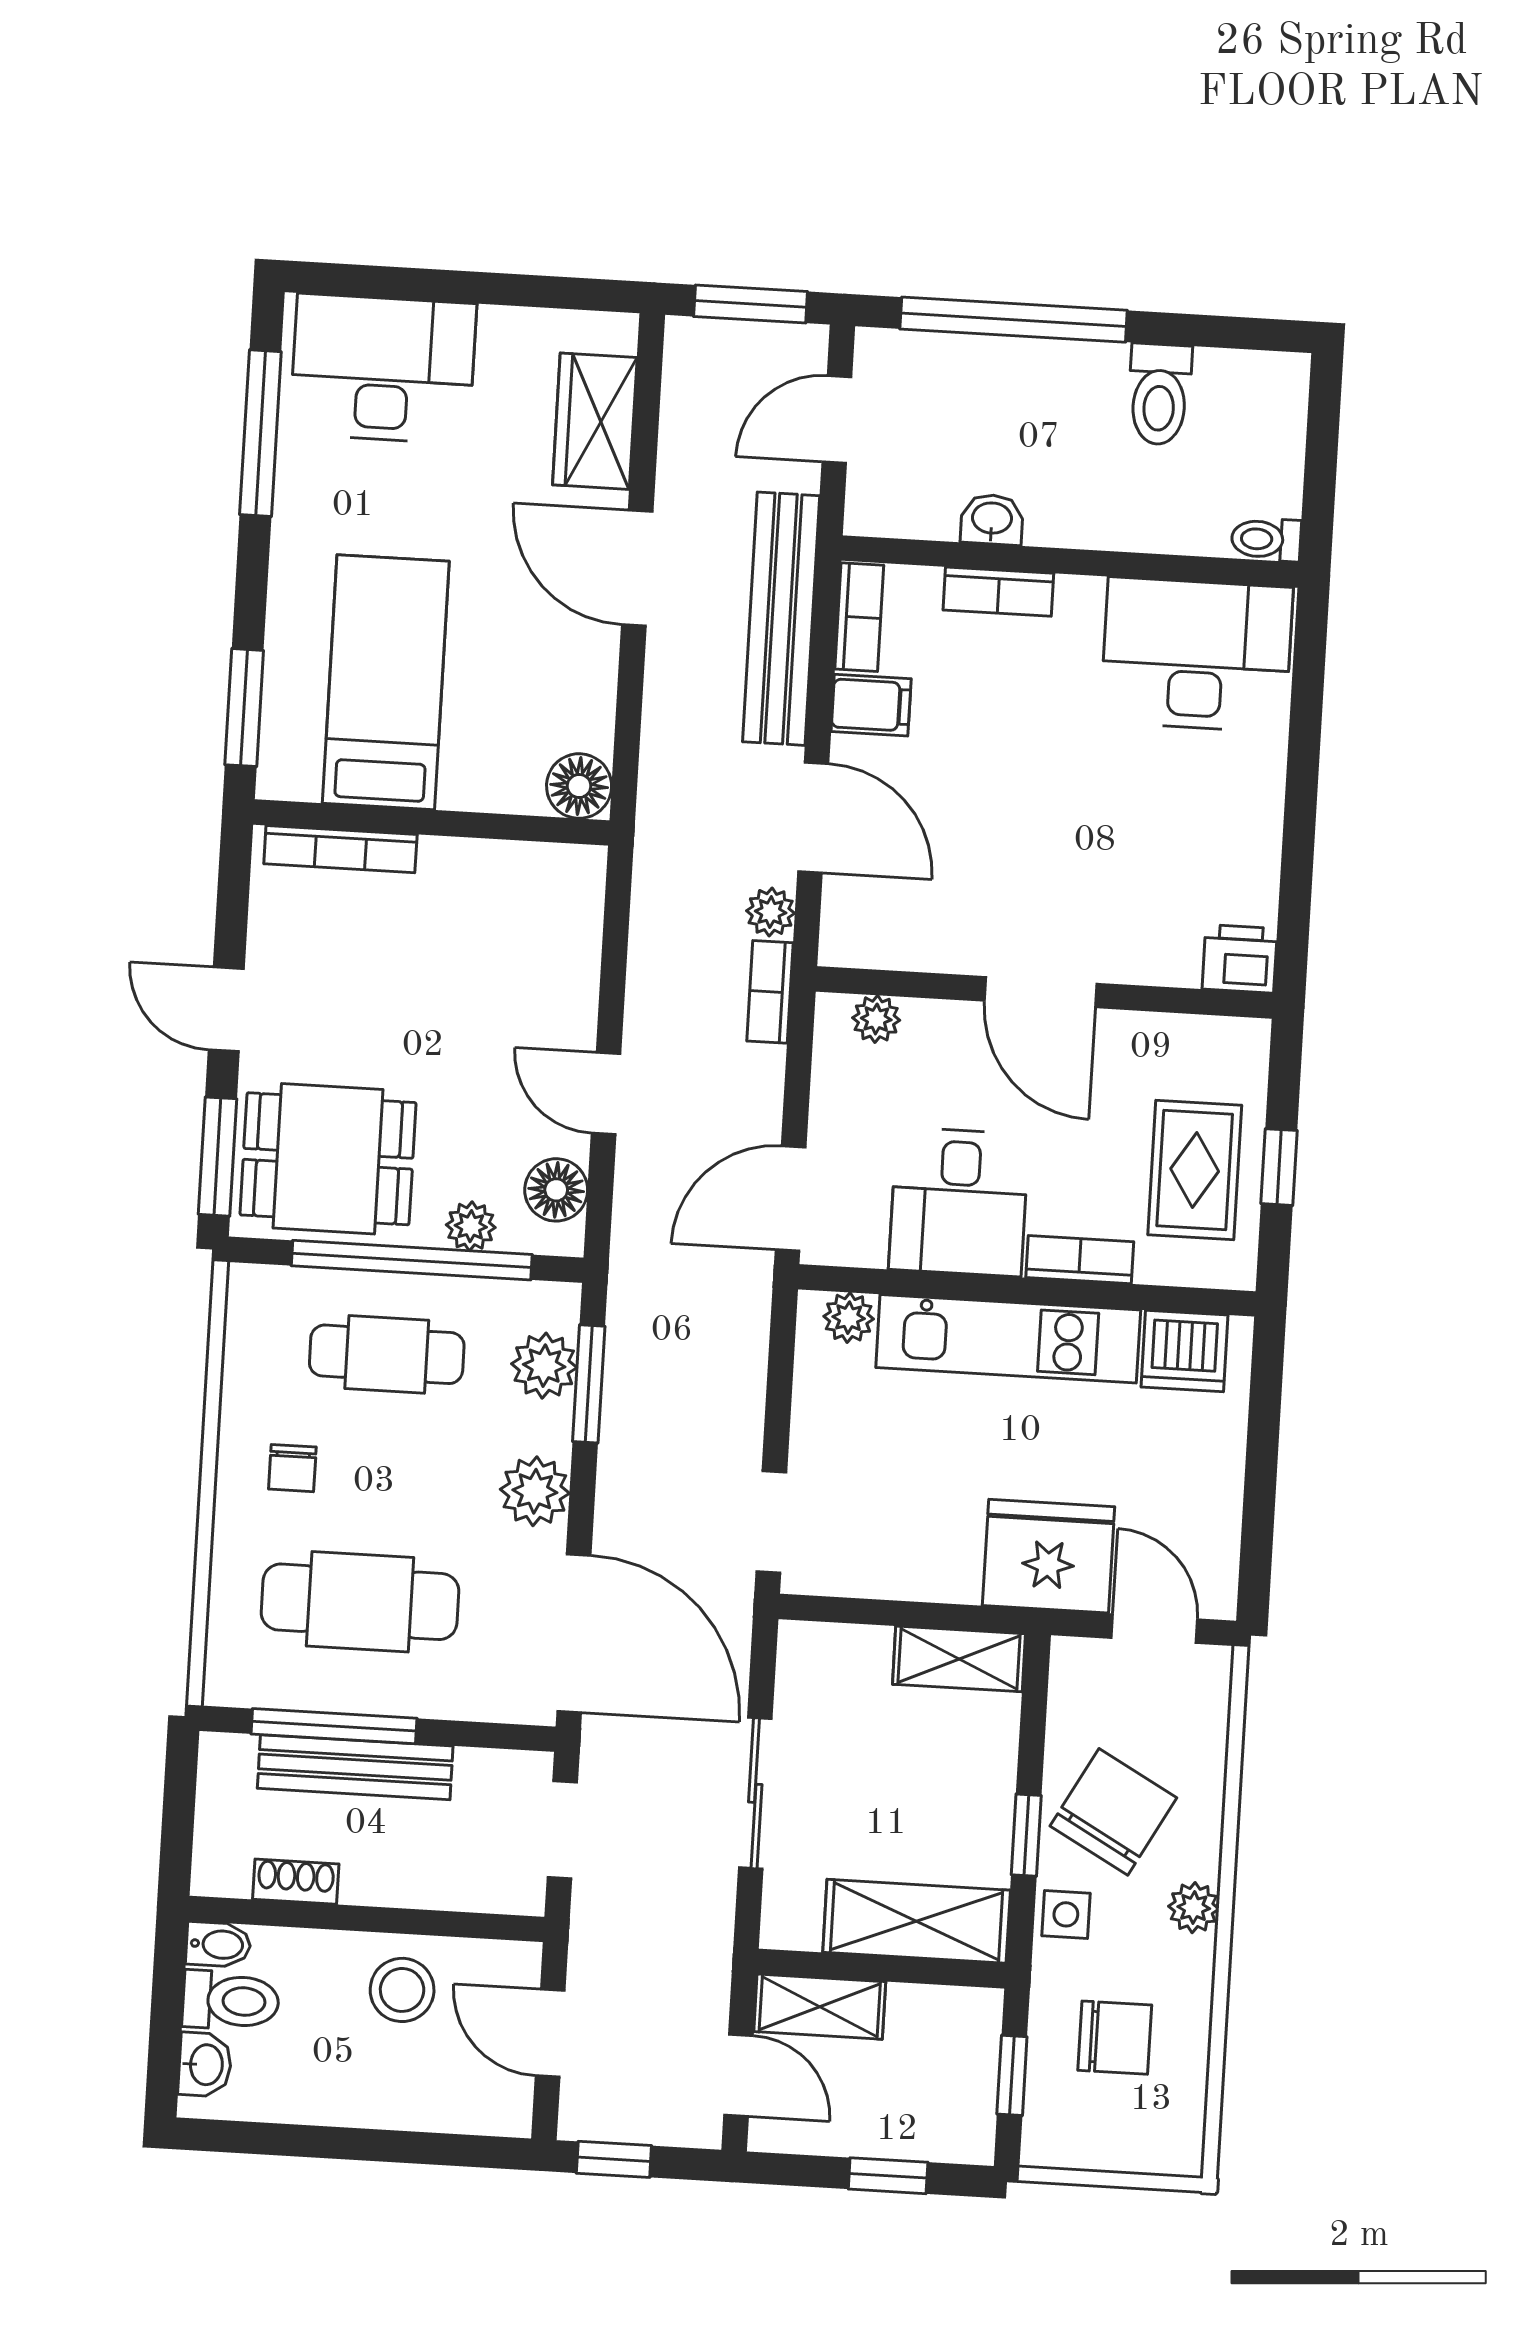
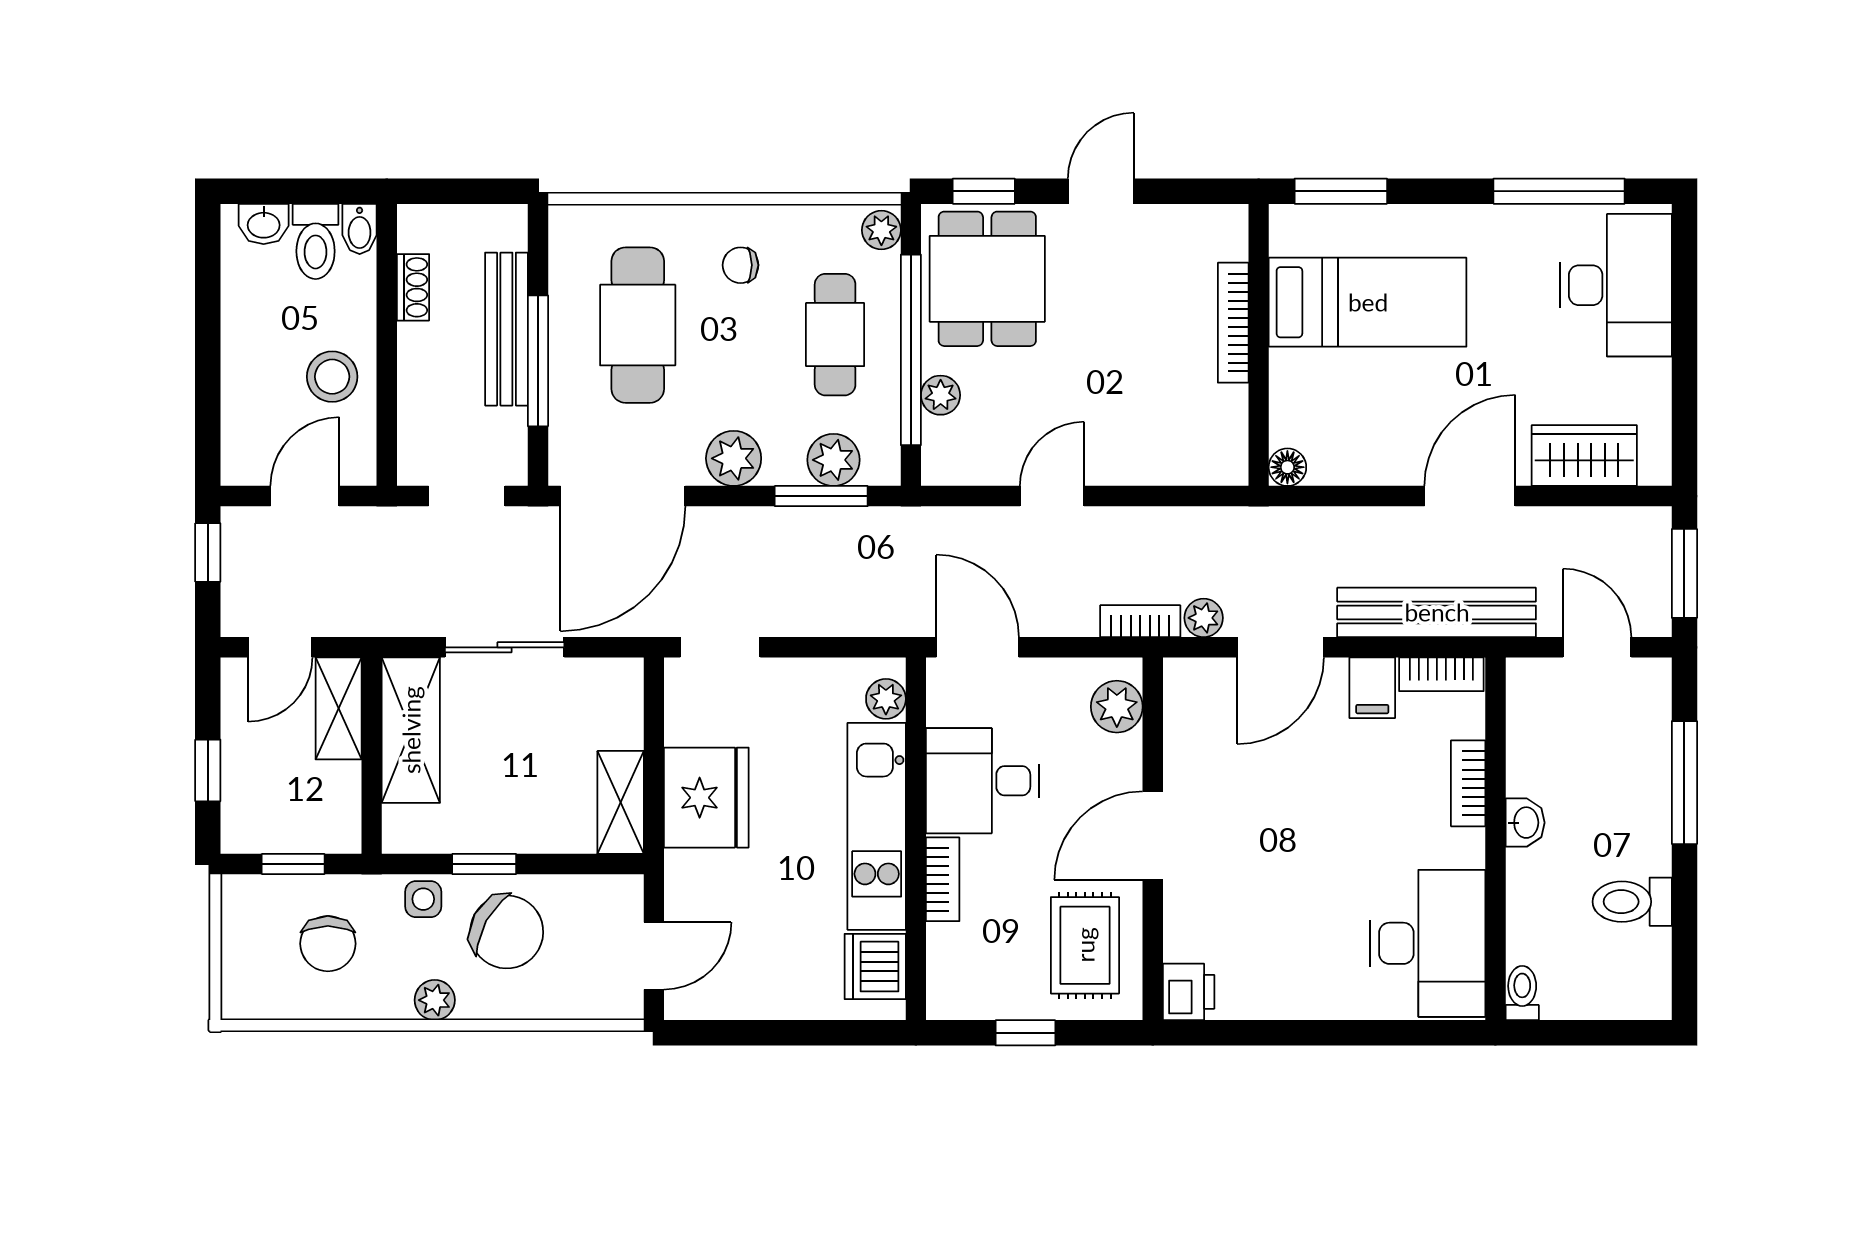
window: (1014, 320) -> (1684, 783), width x0.68
washbasin: (992, 520) -> (1525, 823), moved
floor lamp: (579, 786) -> (1287, 467), width x0.73, depth x0.73
bookcase: (340, 849) -> (1233, 323), moved
plant: (876, 1019) -> (1117, 707), width x1.37, depth x1.37
window: (217, 1157) -> (984, 191), width x0.67
rug: (1195, 1170) -> (1085, 945), moved, turned 90
floor lamp: (556, 1190) -> (973, 461), removed
plant: (259, 1288) -> (881, 230), added
fridge: (1049, 1556) -> (706, 798), moved
window: (334, 1726) -> (538, 361), moved
shelving: (917, 1921) -> (411, 730), moved

